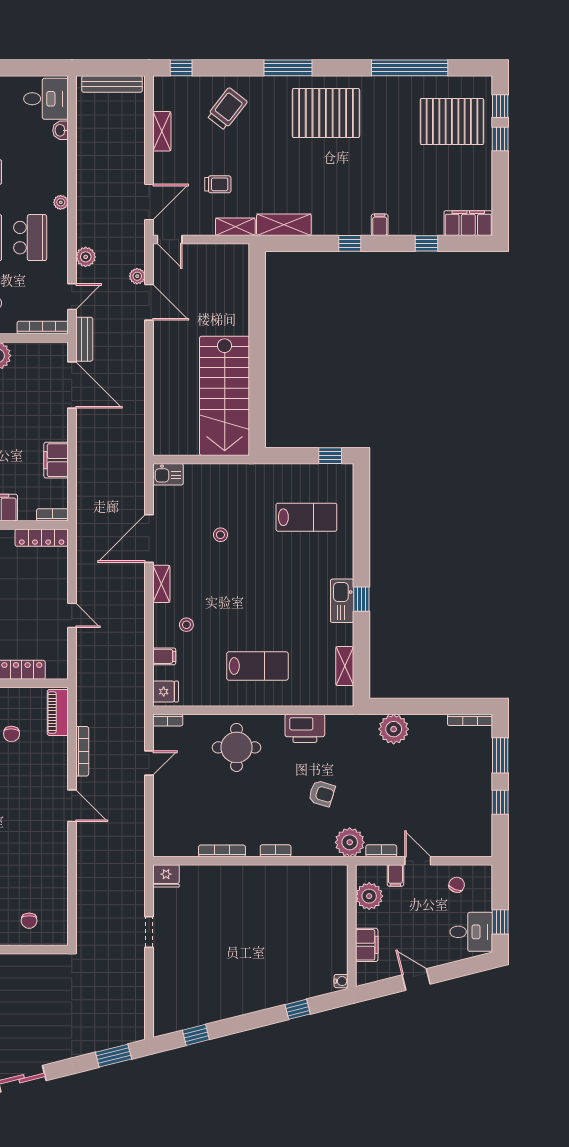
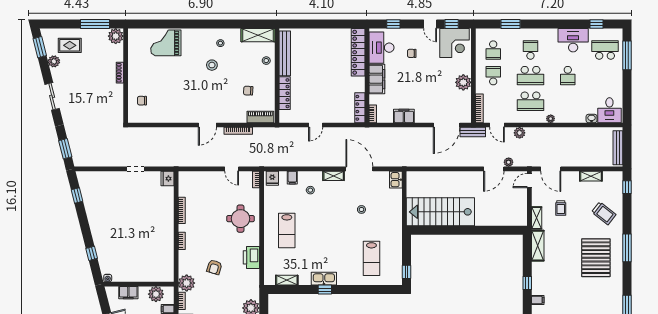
pallet: (326, 113) -> (596, 258), moved

